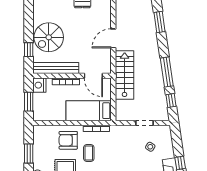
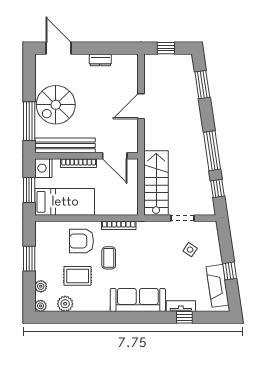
window: (29, 50) -> (29, 121), width x2.17
stairs: (125, 75) -> (156, 183), moved
bed: (89, 111) -> (65, 202), moved, turned 180

